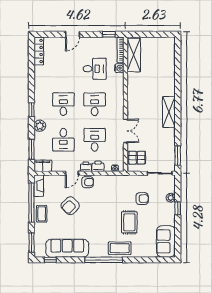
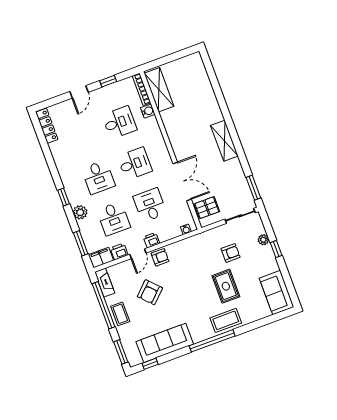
window: (109, 34) -> (108, 81), moved
desk: (63, 104) -> (98, 177), turned 180
desk: (95, 104) -> (135, 164), turned 90
double door: (125, 131) -> (182, 181), width x1.37
printer: (98, 166) -> (119, 252), moved

